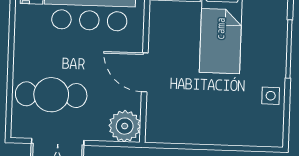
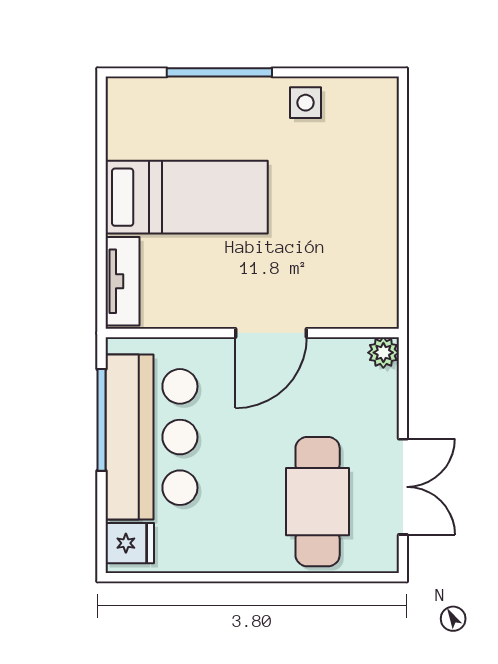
plant: (125, 126) -> (383, 353), width x0.53, depth x0.53

